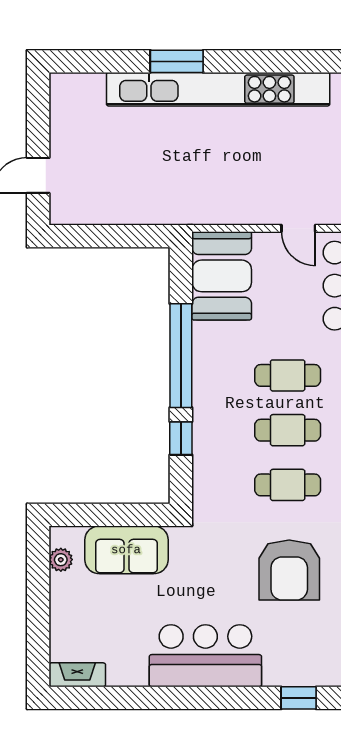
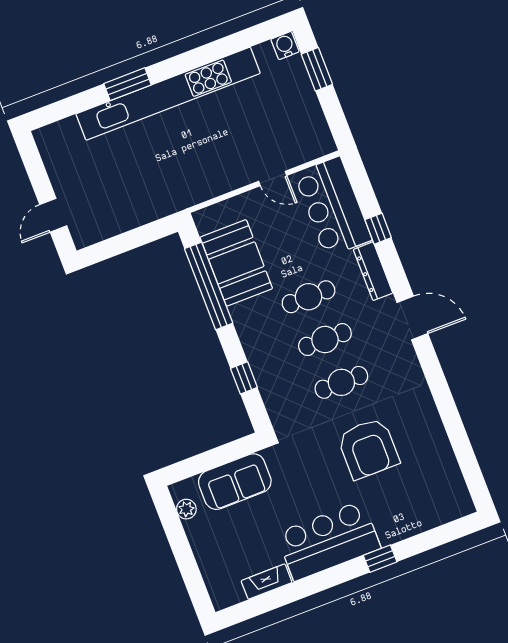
booth: (222, 276) -> (236, 263), moved
window: (181, 356) -> (209, 286), moved
fireplace: (77, 675) -> (267, 582), moved
window: (299, 698) -> (380, 559), moved

